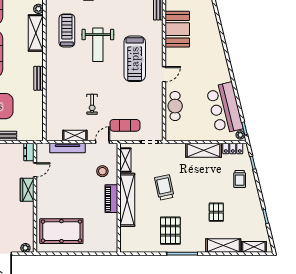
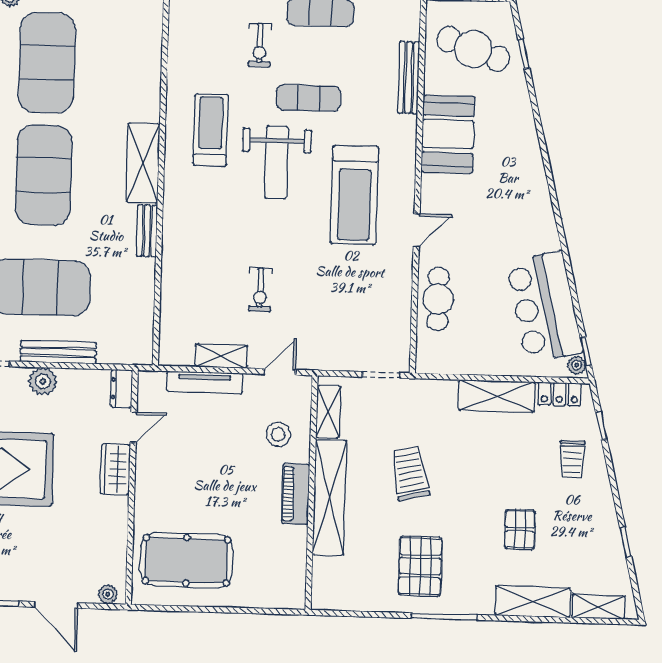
plant: (38, 9) -> (151, 82), removed
shelving: (36, 33) -> (143, 163), moved
exercise mat: (125, 125) -> (308, 98), moved

